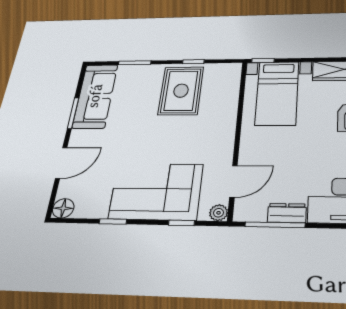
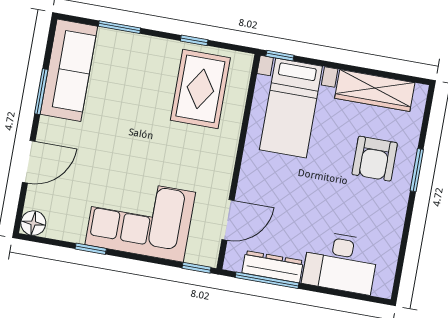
rug: (181, 91) -> (200, 89), moved
plant: (219, 213) -> (208, 256), removed
dresser: (287, 213) -> (273, 267), width x1.44
window: (181, 223) -> (196, 268), moved

